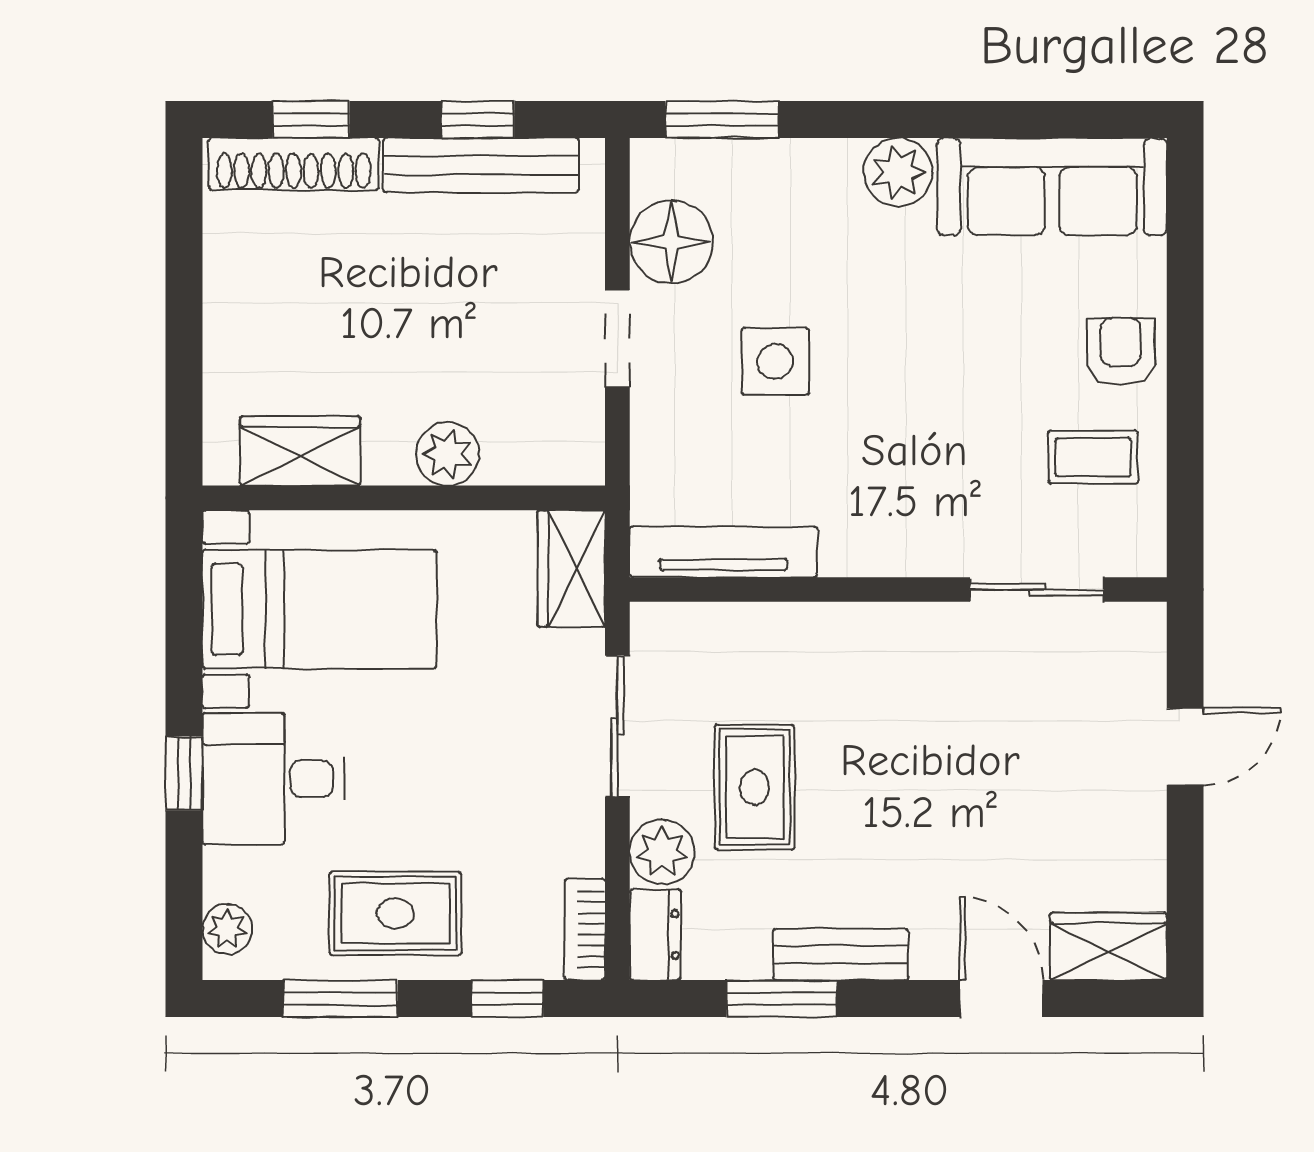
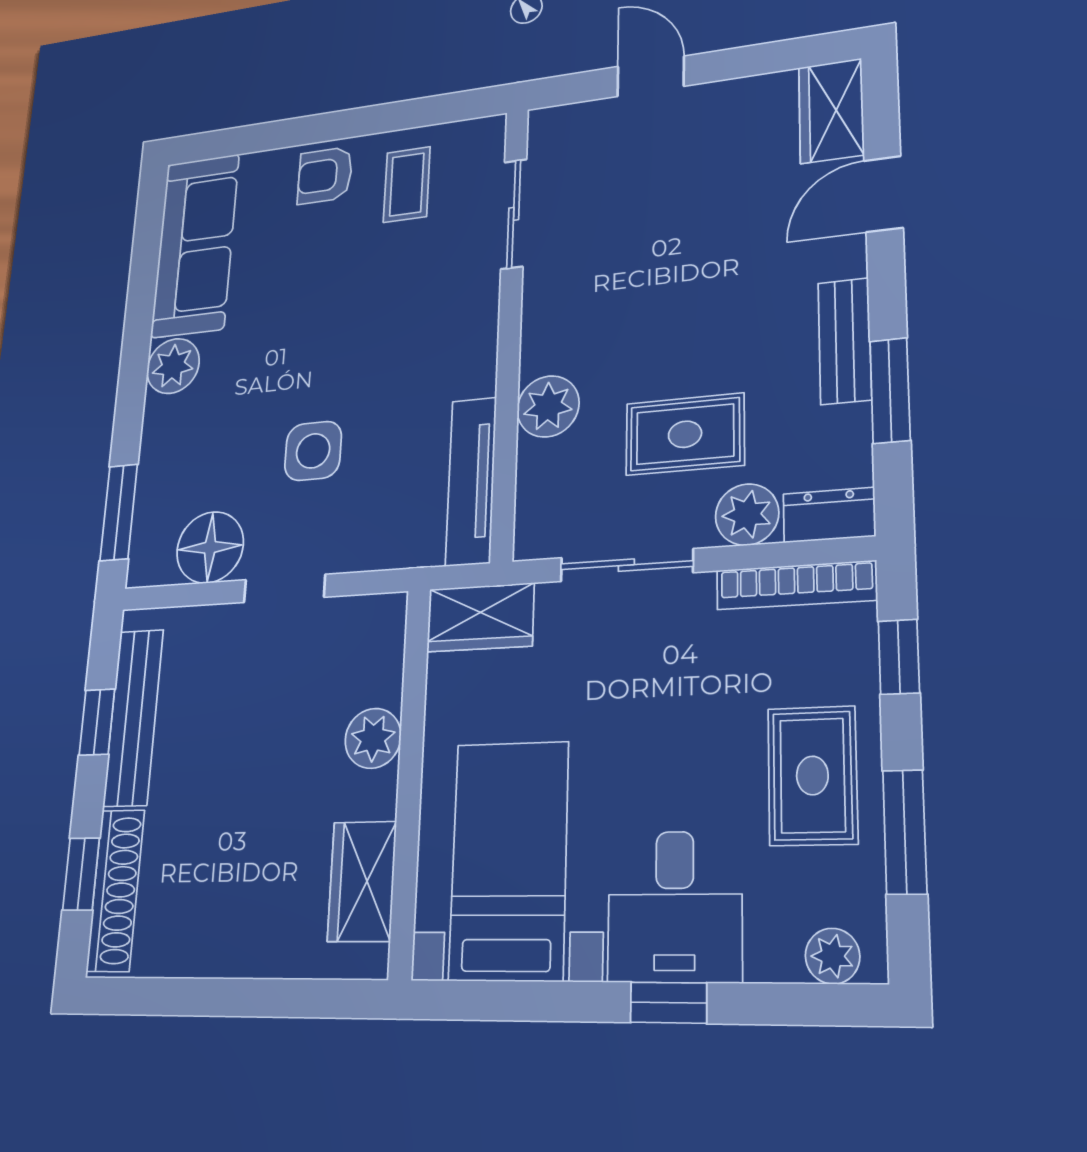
plant: (801, 637) -> (548, 406), added
bookcase: (585, 929) -> (796, 585), width x1.56

